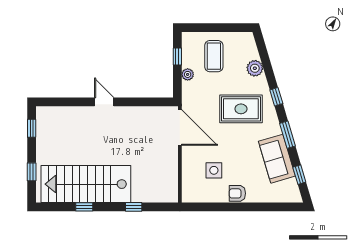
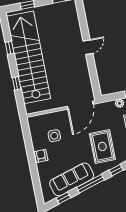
window: (287, 135) -> (90, 184), width x1.44
sofa: (277, 159) -> (72, 179), width x1.36
stairs: (86, 184) -> (29, 57), width x1.36

